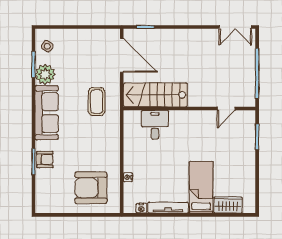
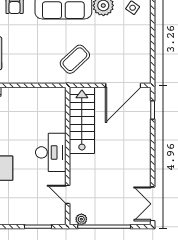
plant: (250, 95) -> (81, 219), added
coffee table: (97, 102) -> (75, 59), turned -43
desk: (155, 125) -> (51, 152), moved, width x1.37

